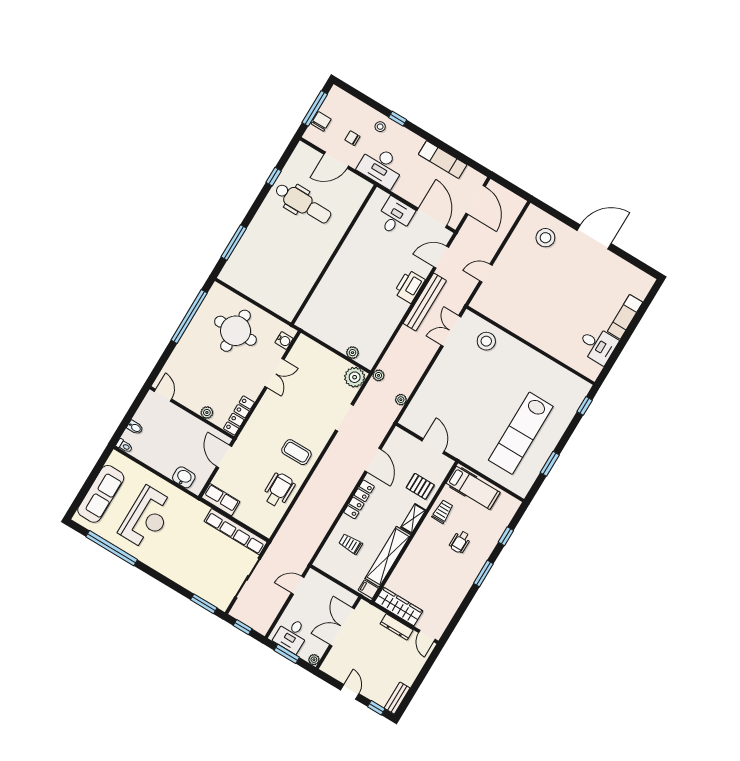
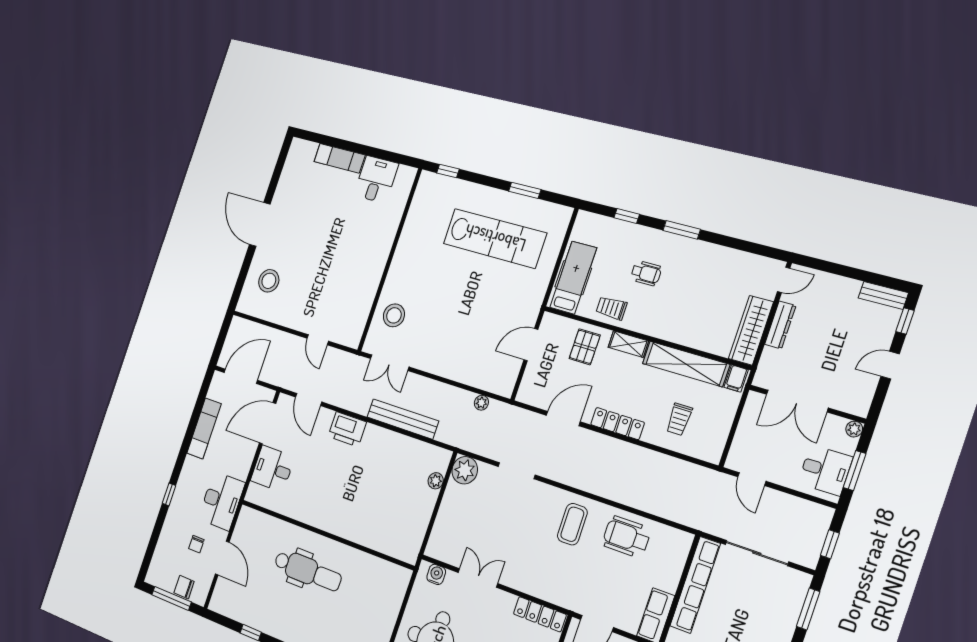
stool: (380, 127) -> (180, 513), removed
dental chair: (303, 203) -> (308, 571), moved, turned 90
bench: (425, 302) -> (403, 419), moved
plant: (378, 375) -> (457, 440), removed

